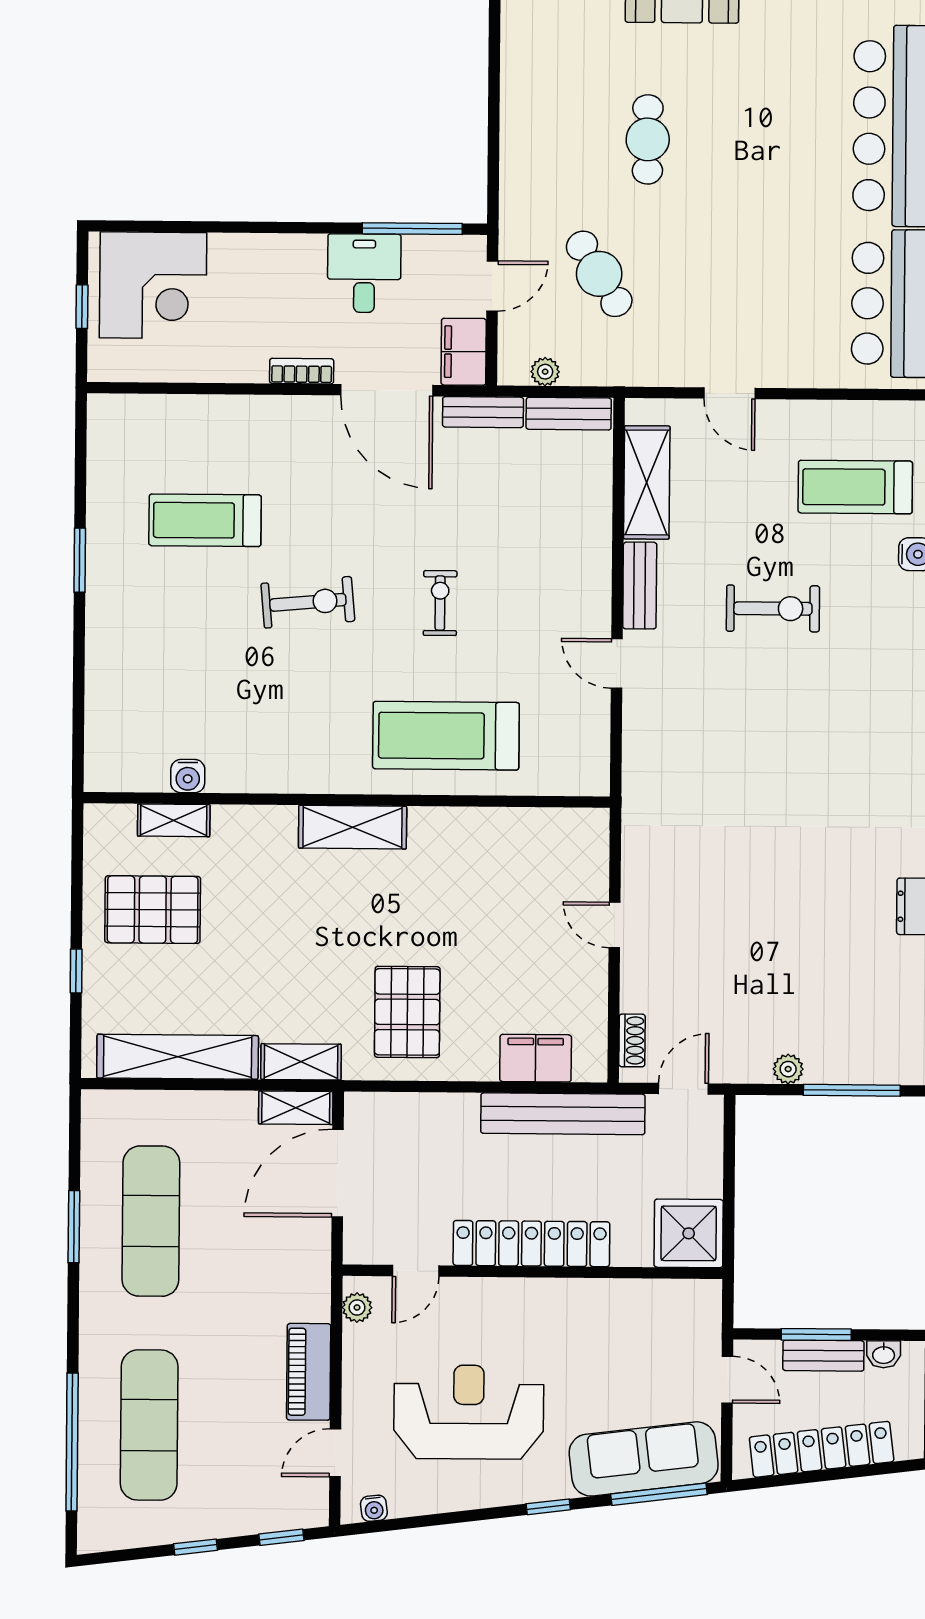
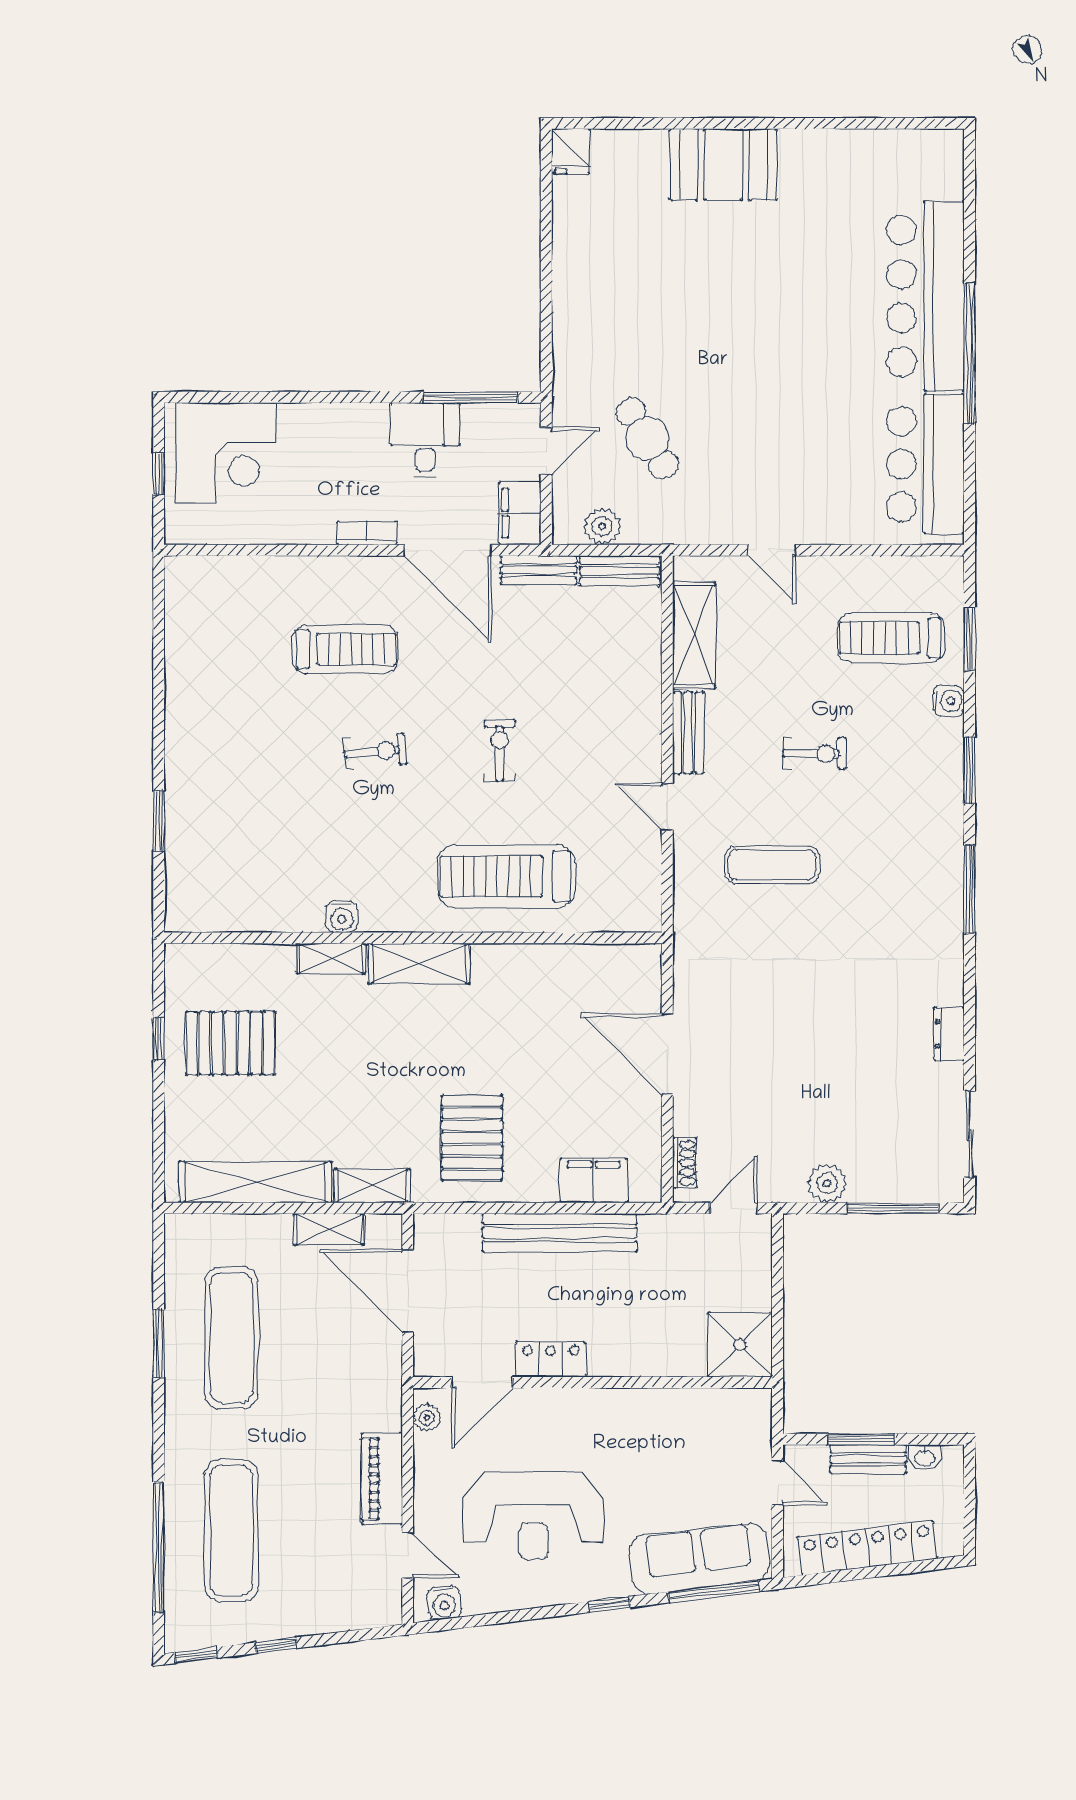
cafe table: (648, 139) -> (692, 311), removed
plant: (545, 372) -> (602, 526), width x1.38, depth x1.38
treadmill: (205, 520) -> (345, 649), moved, turned 180
window: (80, 560) -> (159, 821), moved
exercise bike: (308, 602) -> (375, 751), width x0.73, depth x0.72
exercise bike: (773, 609) -> (814, 753), width x0.73, depth x0.72
exercise mat: (727, 726) -> (772, 865), added
water cooler: (188, 776) -> (342, 917), moved
shelving: (174, 820) -> (331, 959), moved
door: (615, 925) -> (667, 1054), width x1.88
window: (76, 971) -> (159, 1039), moved
plant: (788, 1069) -> (827, 1183), width x1.38, depth x1.38
shelving: (296, 1108) -> (329, 1229), moved
bench: (563, 1114) -> (560, 1233), moved
door: (338, 1173) -> (408, 1291), hinge flipped
locker: (531, 1244) -> (551, 1359), width x0.46, depth x0.83
door: (416, 1271) -> (482, 1382), width x1.37
reception desk: (469, 1412) -> (533, 1516), turned 180
door: (335, 1453) -> (408, 1555), swing flipped
water cooler: (374, 1508) -> (444, 1603), width x1.38, depth x1.38
window: (281, 1537) -> (196, 1655), moved

